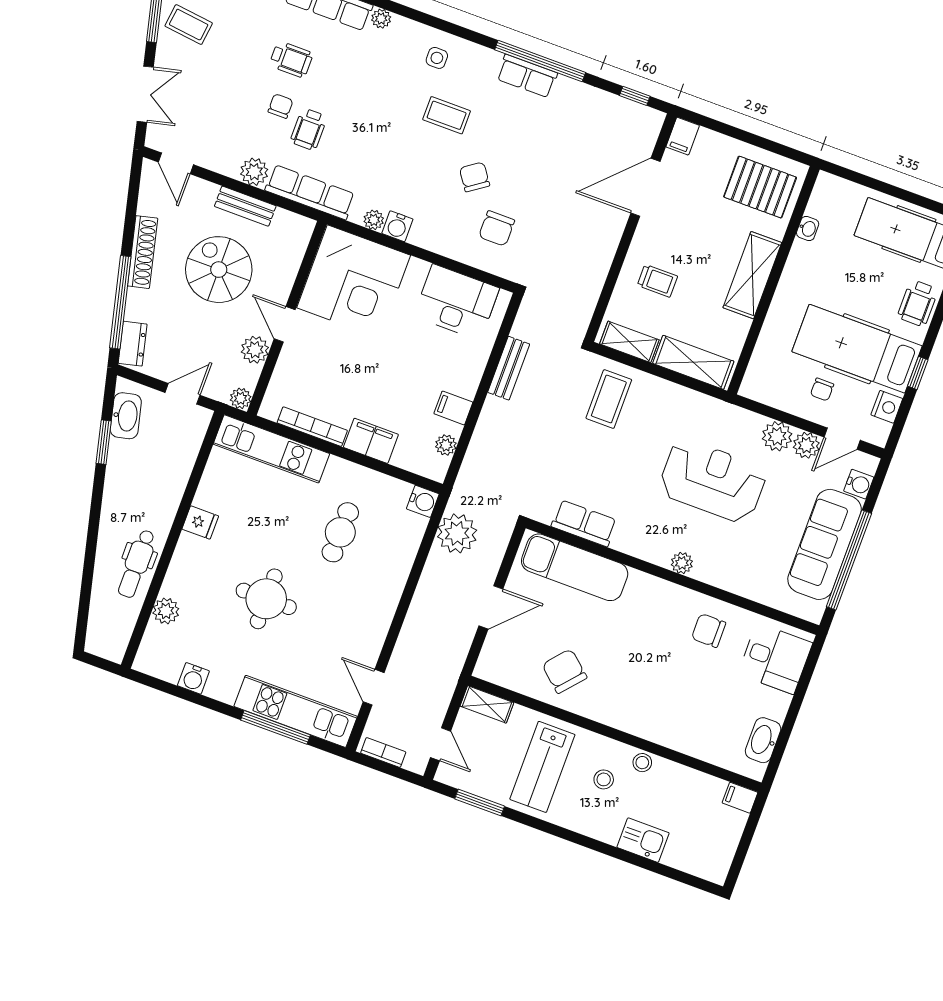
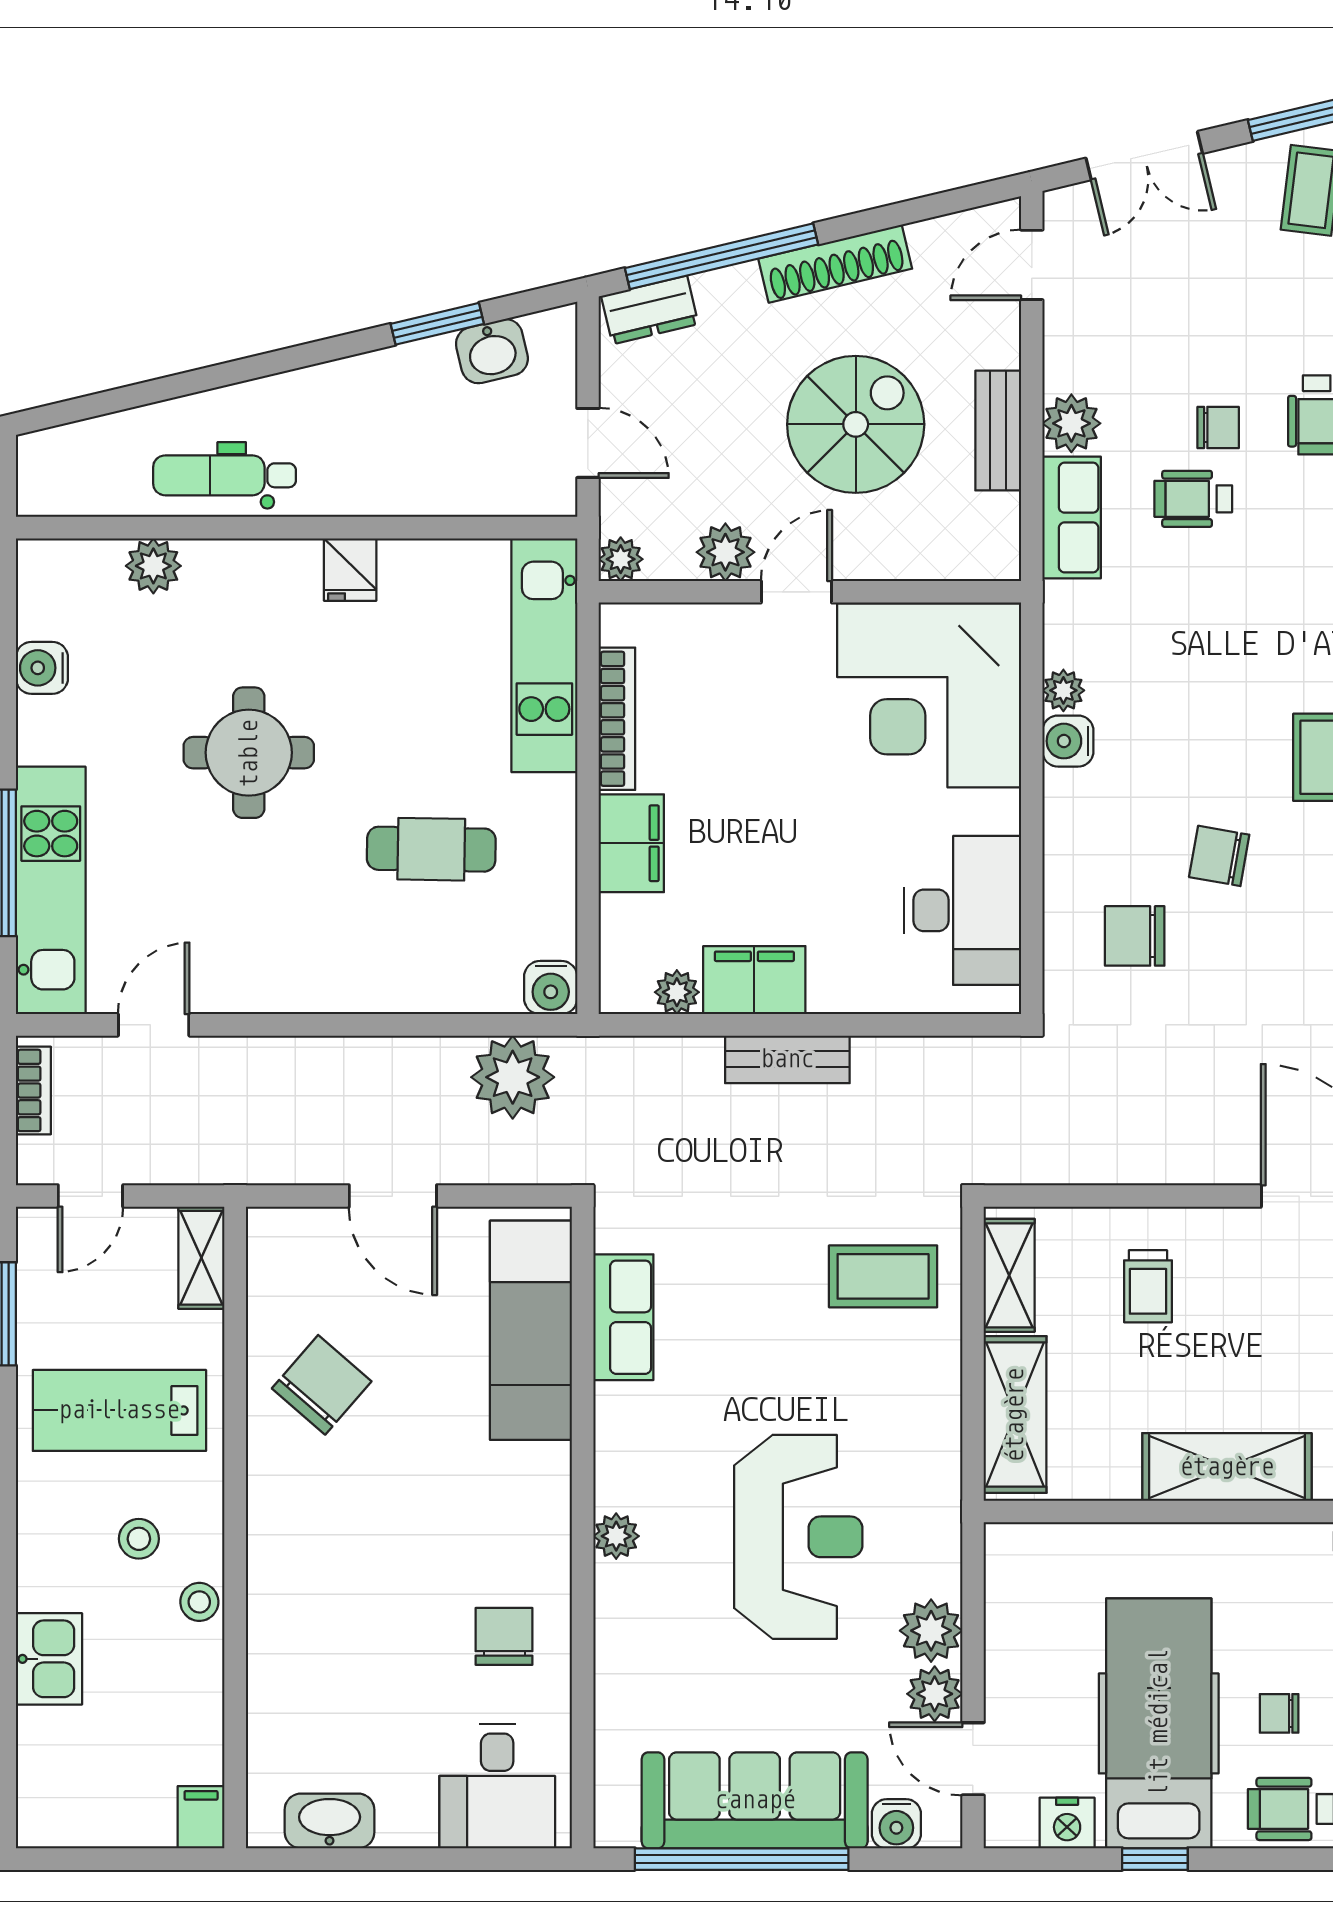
chair: (475, 177) -> (1219, 856), turned -135
row of seats: (310, 192) -> (1072, 518), width x0.68
bench: (509, 368) -> (787, 1059), moved
chair: (822, 389) -> (1279, 1713), moved
filing cabinet: (453, 408) -> (754, 980), width x2.00
washbasin: (126, 416) -> (492, 351), width x0.72

